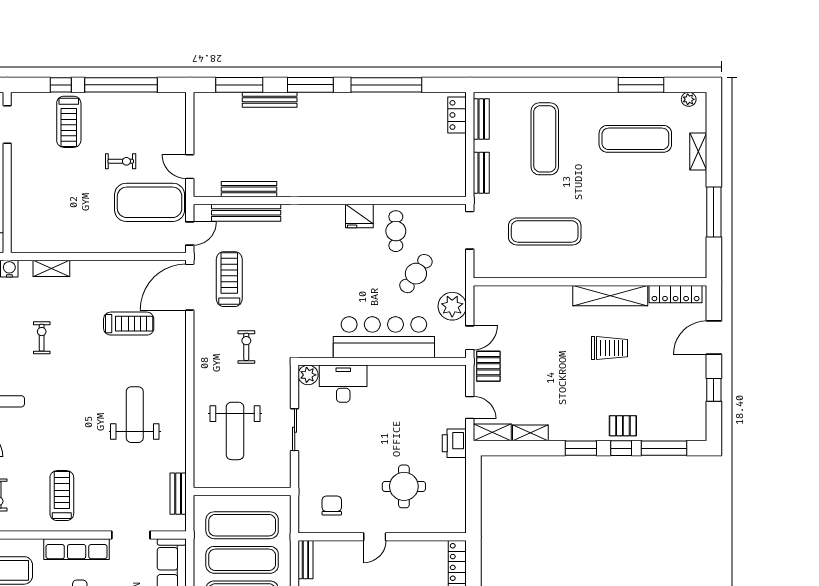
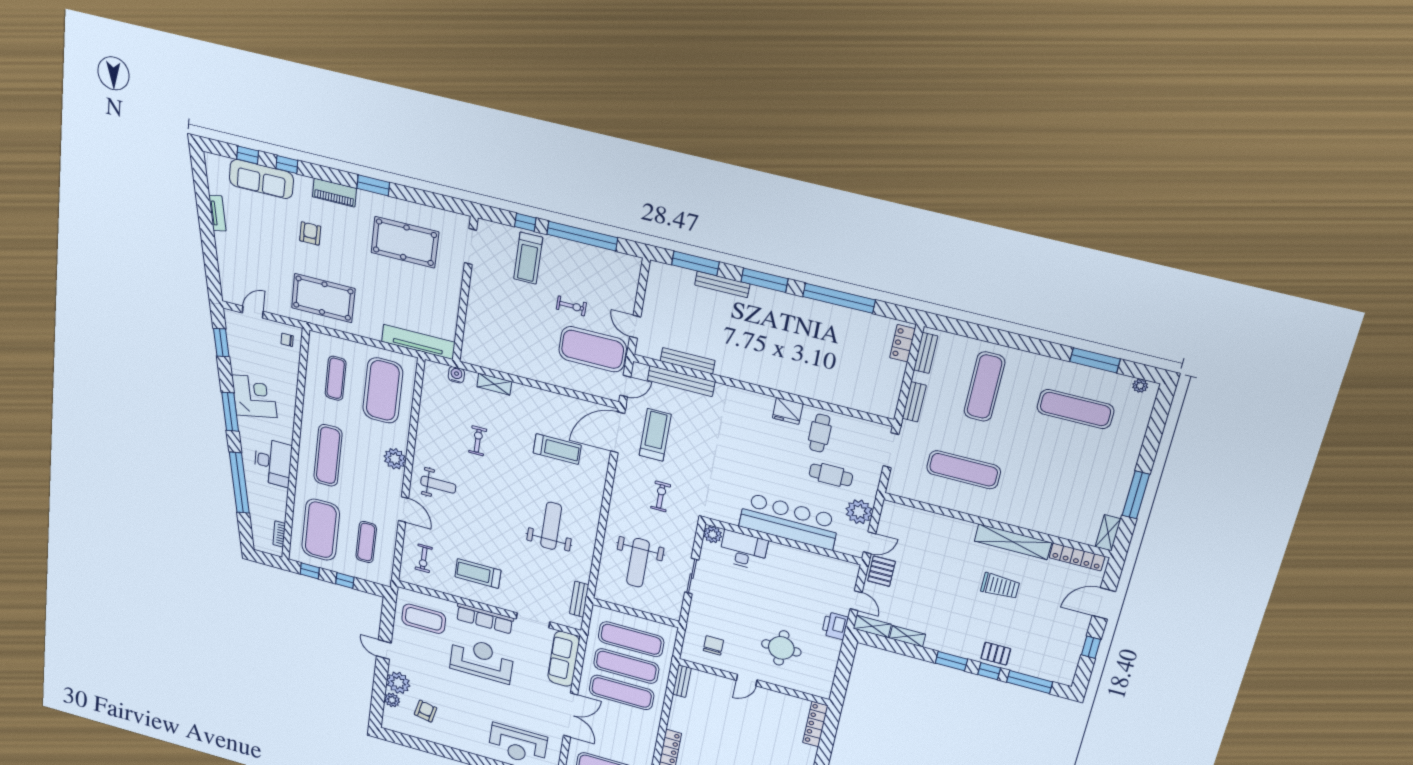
shelving: (698, 151) -> (1108, 533), moved
cafe table: (416, 274) -> (831, 475), turned 54
treadmill: (62, 496) -> (478, 573), turned -90

